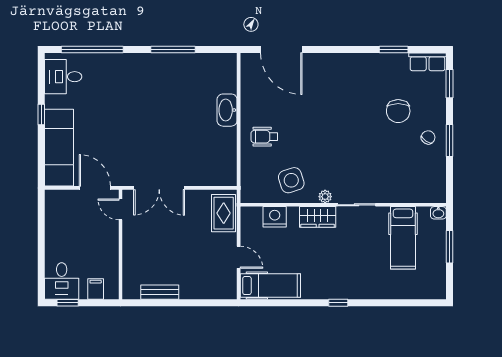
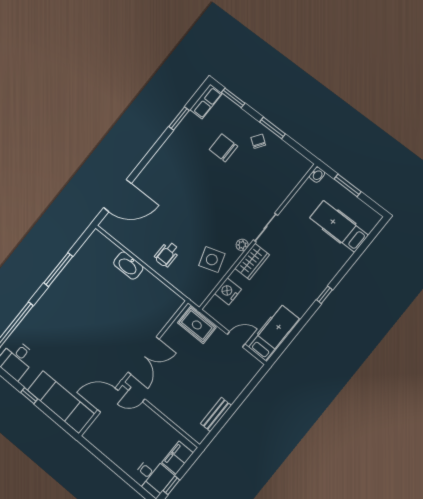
chair: (398, 111) -> (224, 148), turned 180
hospital bed: (403, 238) -> (339, 226), moved, turned 180
filing cabinet: (96, 289) -> (178, 458), width x2.00

